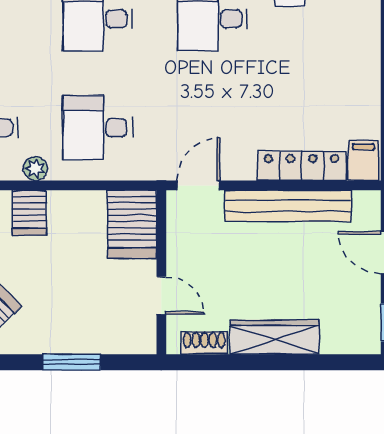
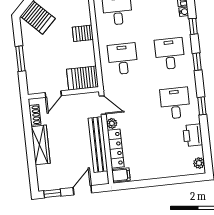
plant: (35, 169) -> (112, 123), moved

